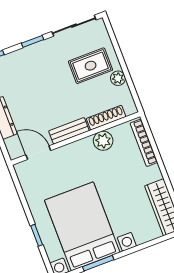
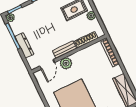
plant: (103, 141) -> (66, 63), moved
door: (38, 153) -> (47, 64), swing flipped

